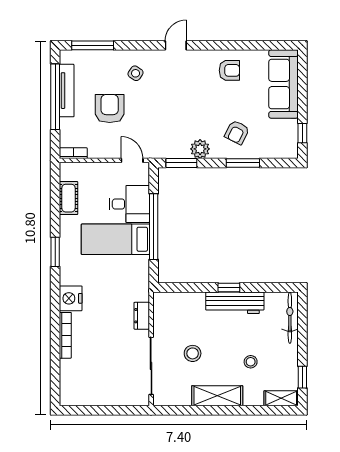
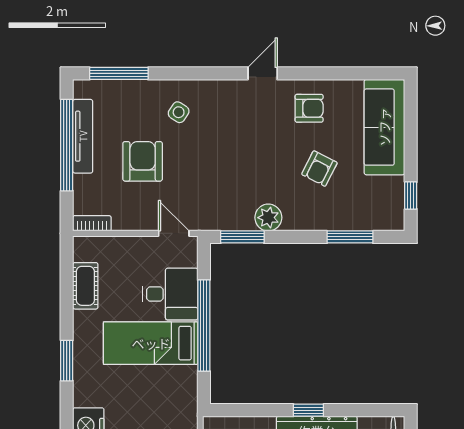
door: (176, 45) -> (263, 73), moved
armchair: (237, 132) -> (319, 169), moved
window: (243, 163) -> (350, 237), moved

